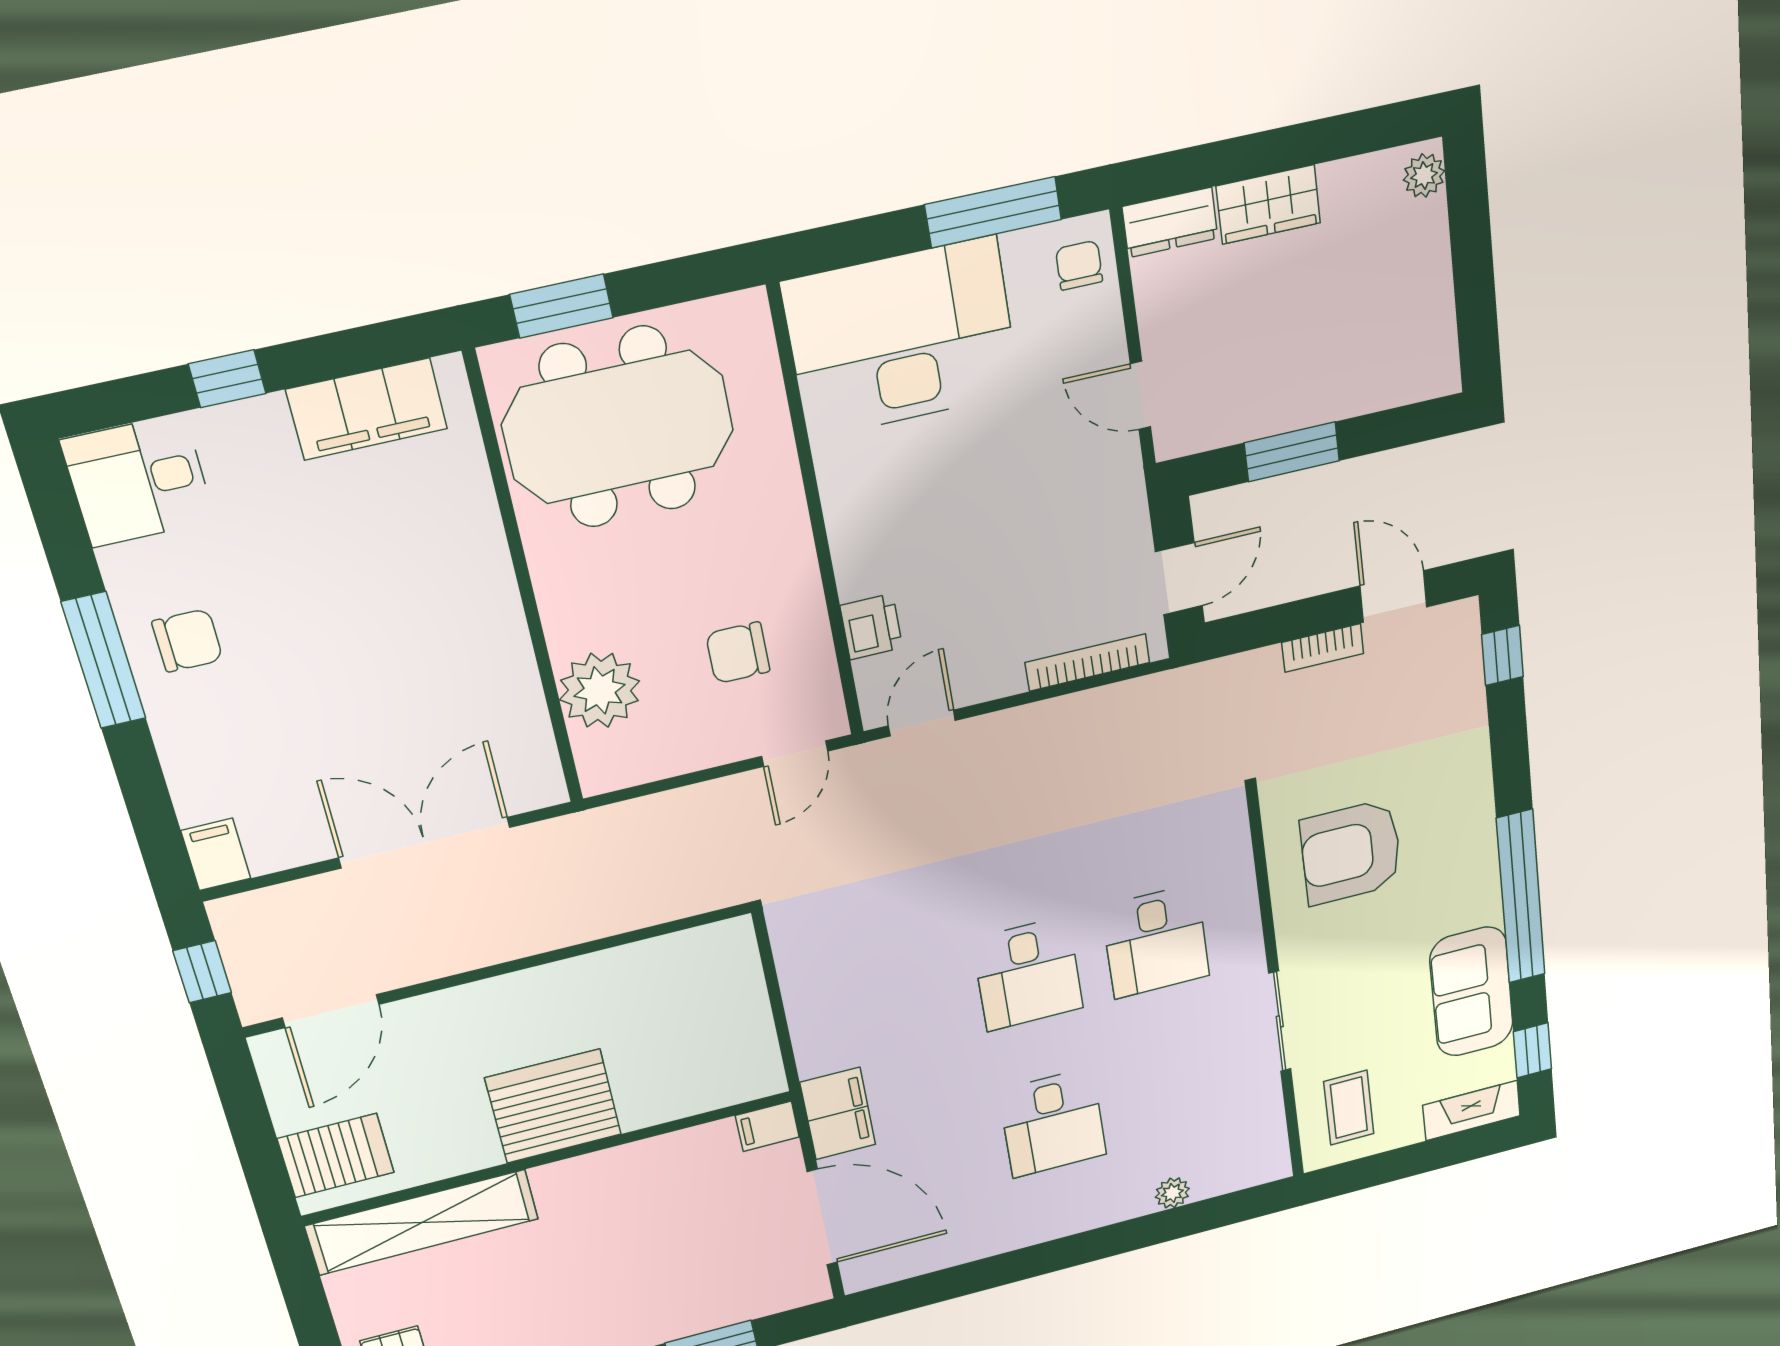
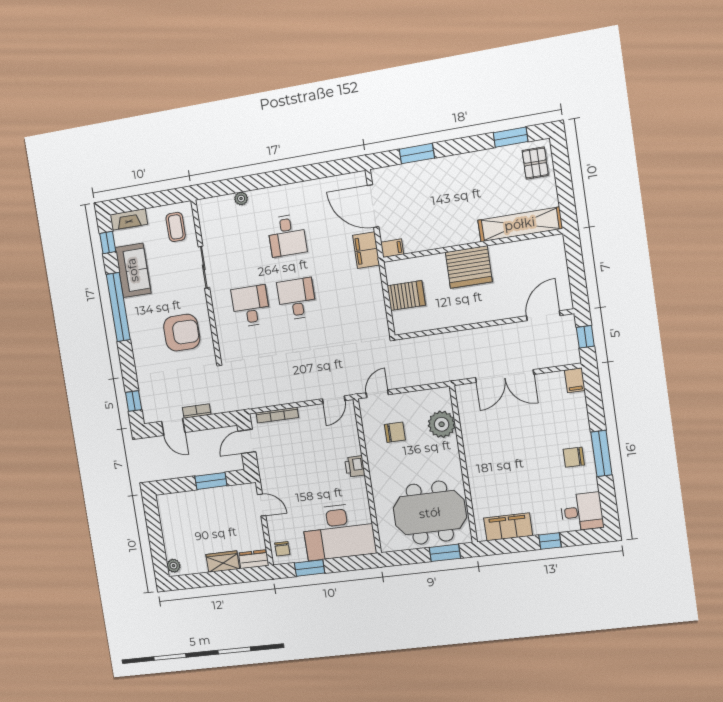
window: (993, 212) -> (310, 568), width x0.69
printer: (871, 627) -> (355, 466), moved
desk: (1053, 1123) -> (287, 235), turned 180
server rack: (336, 1156) -> (406, 295), moved, turned 180

